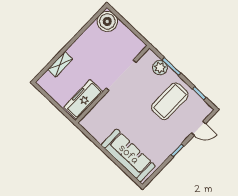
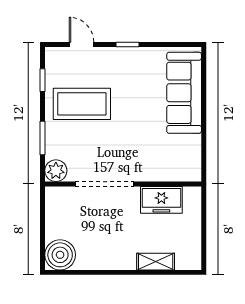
plant: (160, 68) -> (56, 171), moved
freezer: (83, 99) -> (161, 200), width x0.71

